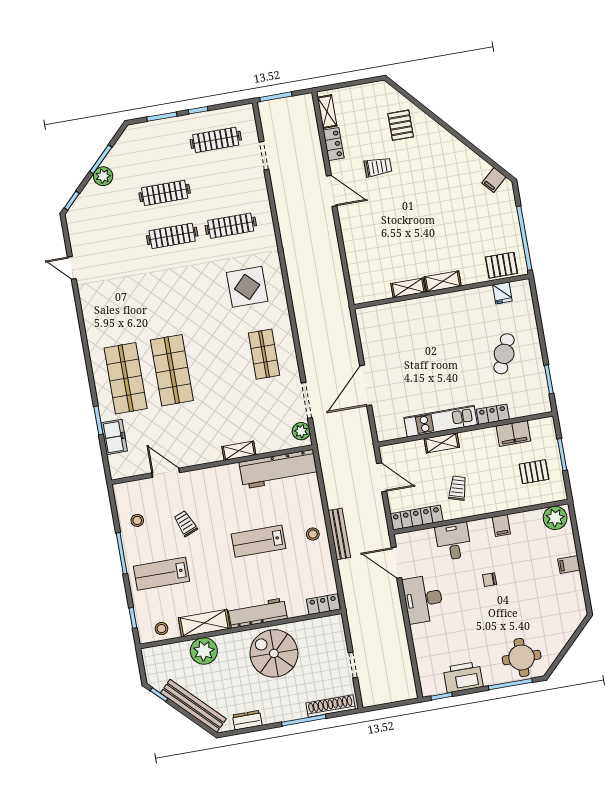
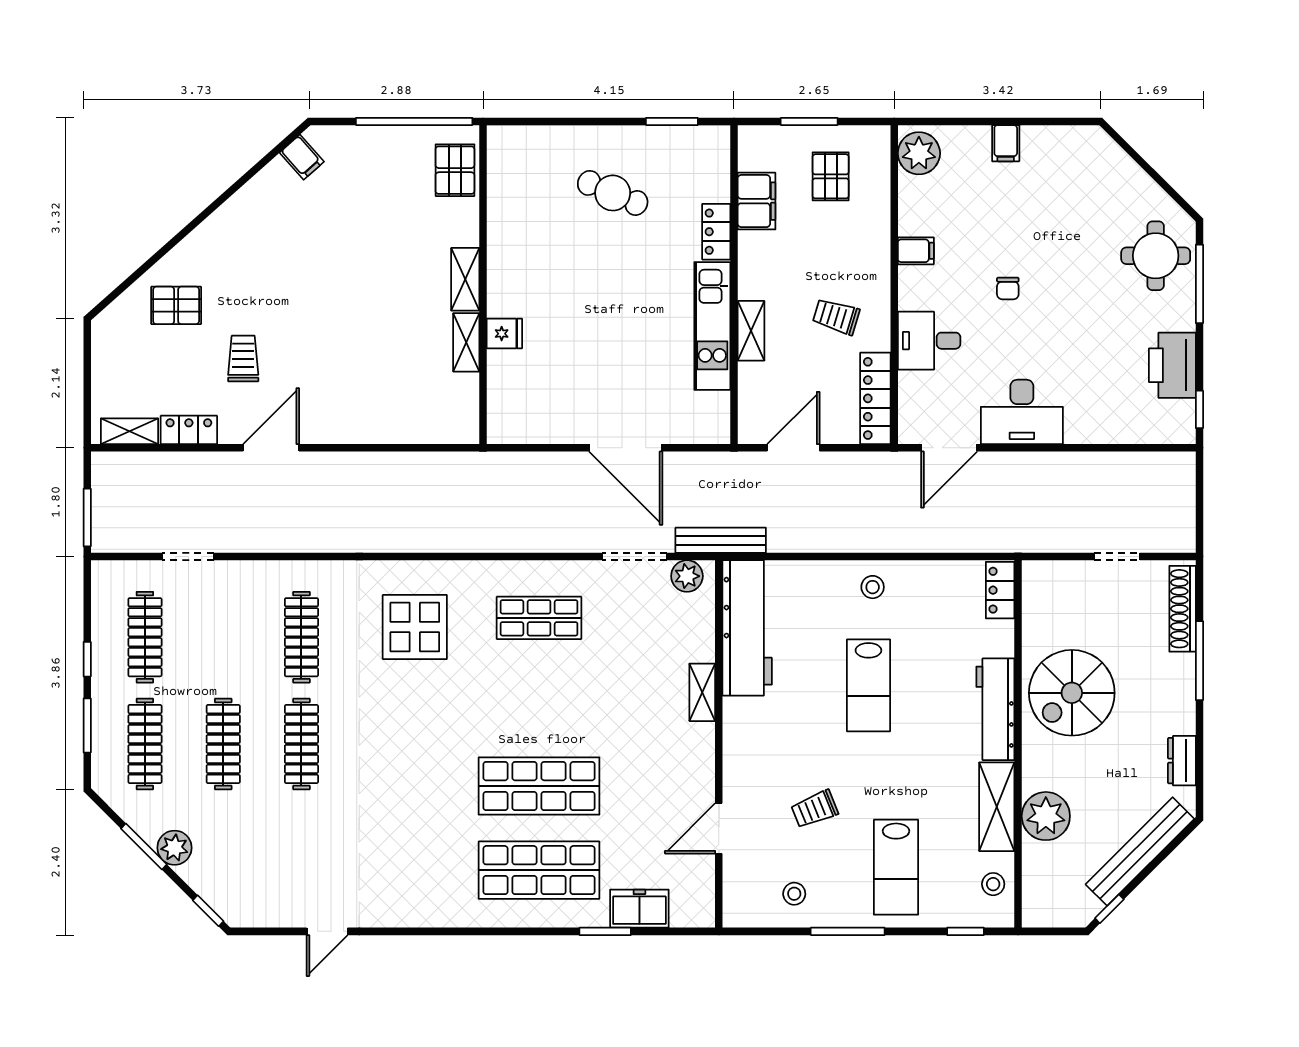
clothes rail: (157, 150) -> (145, 744), added
fridge: (502, 293) -> (504, 334), moved
bench: (339, 534) -> (721, 540), moved

